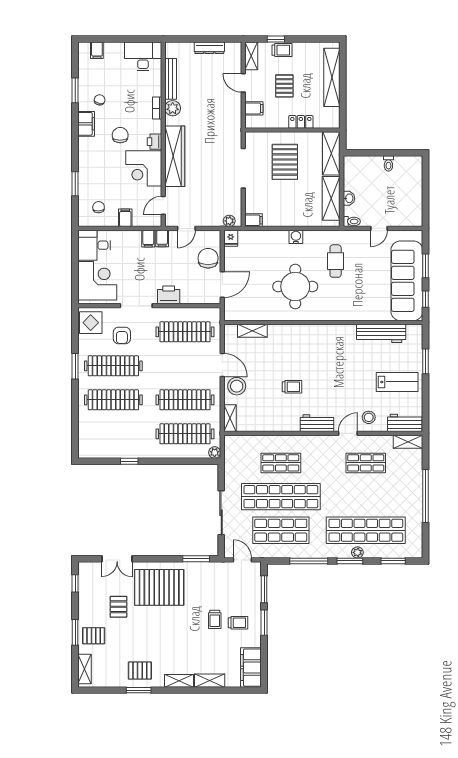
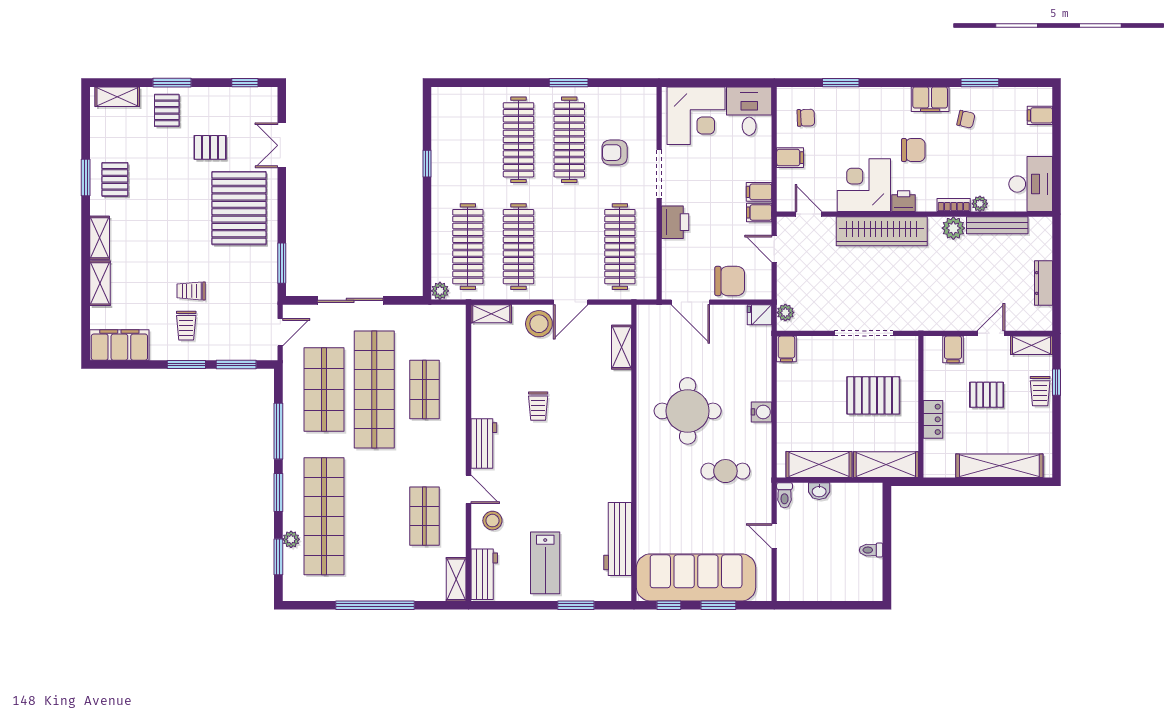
plant: (156, 91) -> (980, 204), added
display table: (91, 323) -> (634, 106), removed
plant: (357, 552) -> (291, 539), moved

